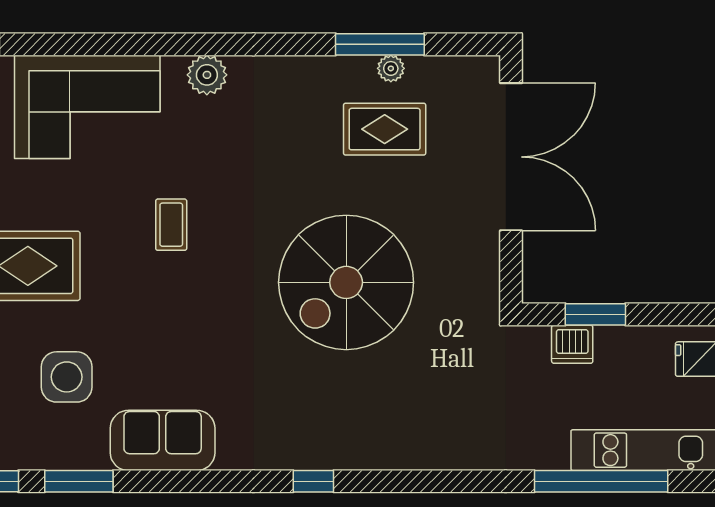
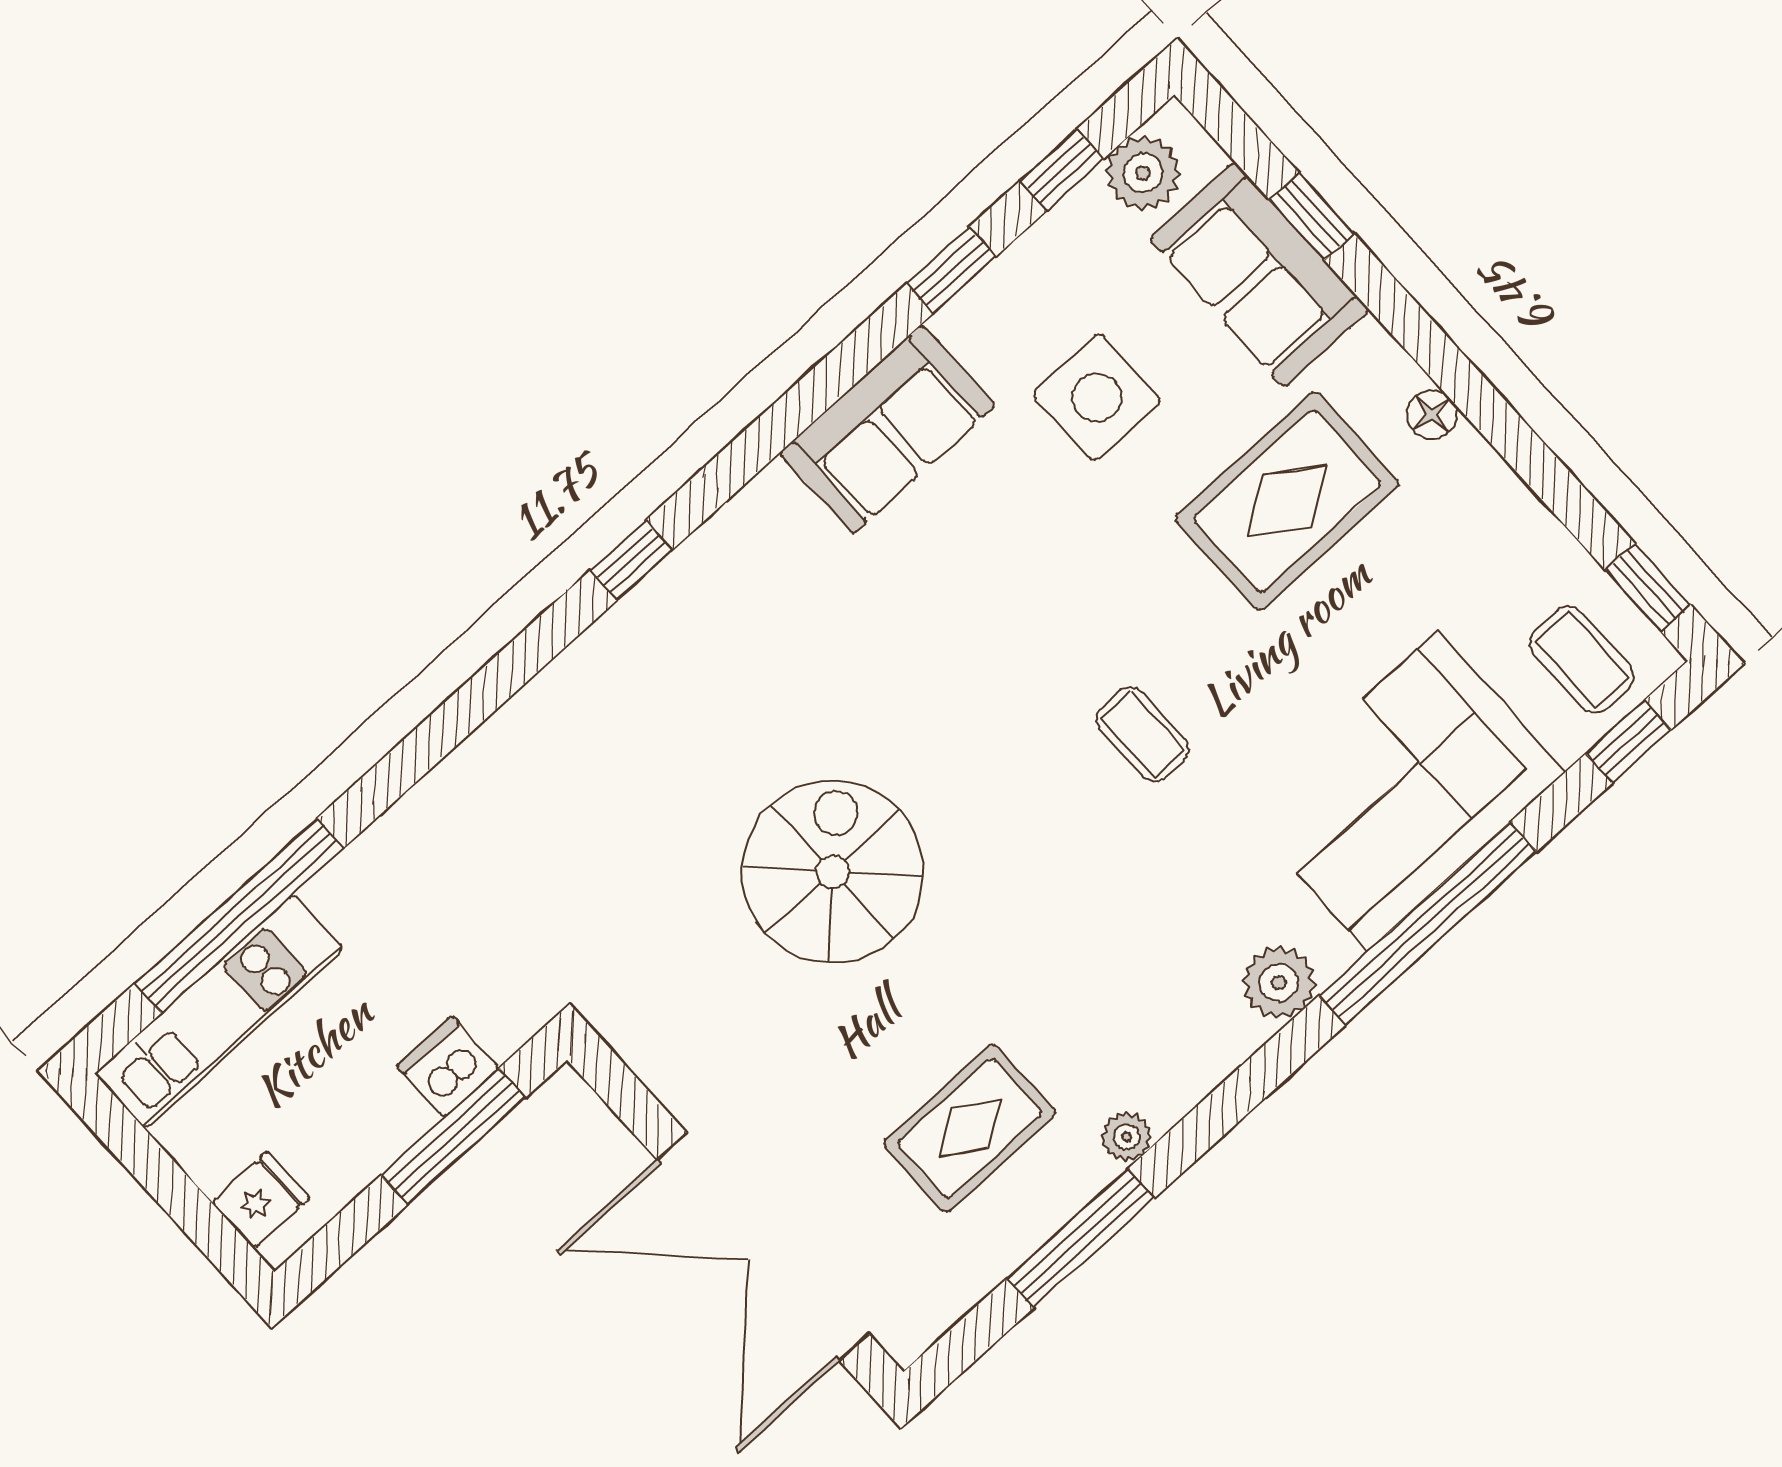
window: (125, 44) -> (1428, 924), added
plant: (391, 68) -> (1127, 1137), moved
spiral stairs: (346, 282) -> (833, 872), width x0.73, depth x0.73
window: (595, 314) -> (453, 1136), width x1.44
window: (79, 481) -> (951, 270), width x0.67

